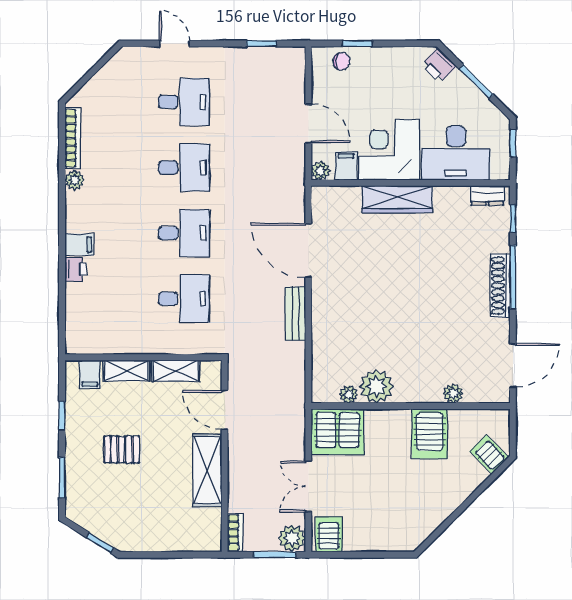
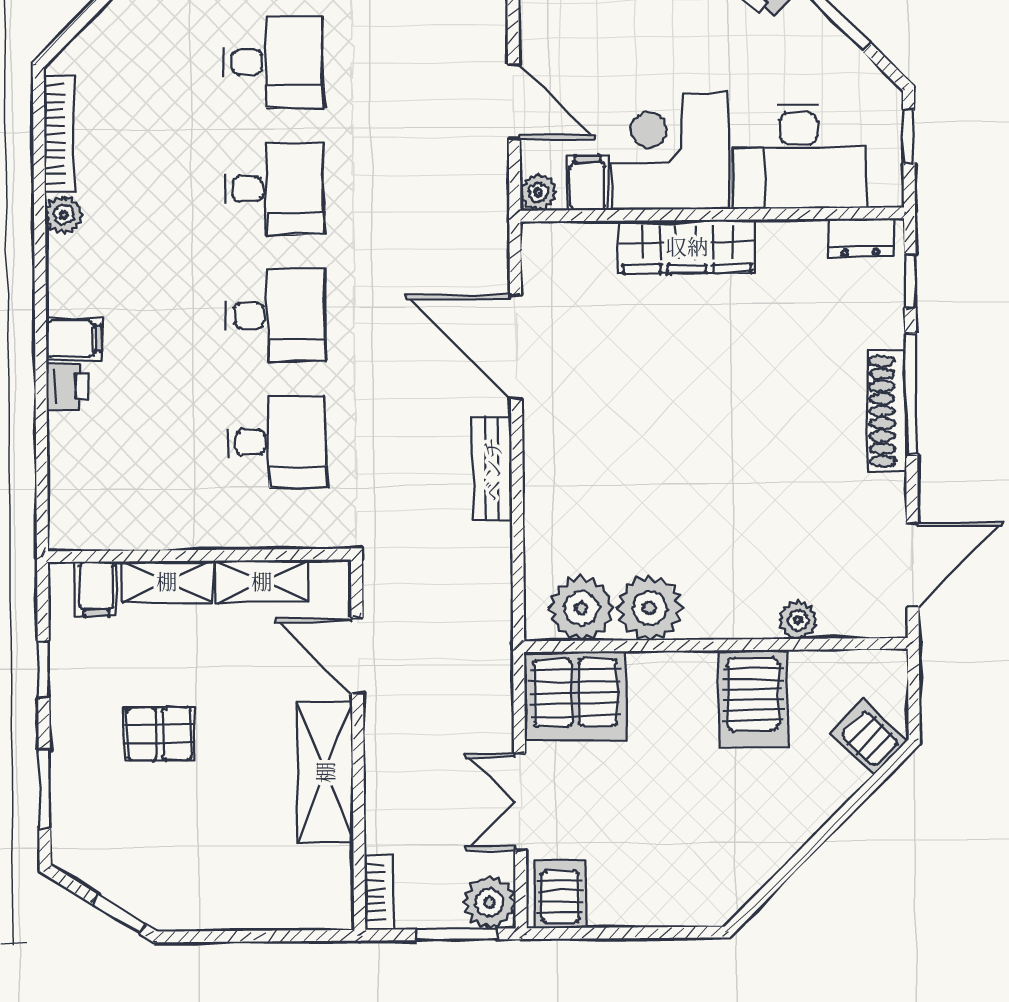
plant: (349, 394) -> (581, 608), width x1.88, depth x1.88

